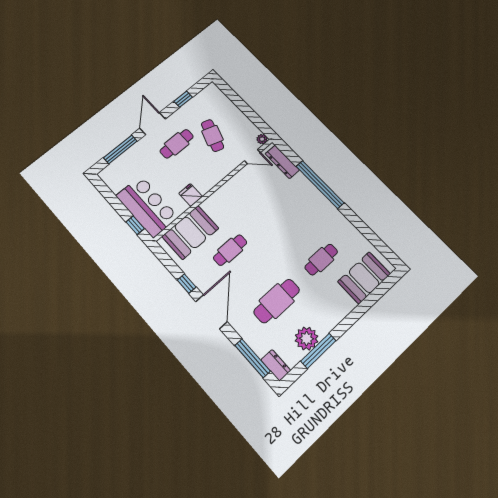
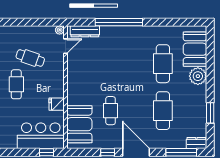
cafe table: (321, 260) -> (163, 64), width x1.37, depth x1.35
plant: (306, 339) -> (198, 76), moved
window: (318, 351) -> (210, 113), width x0.69

